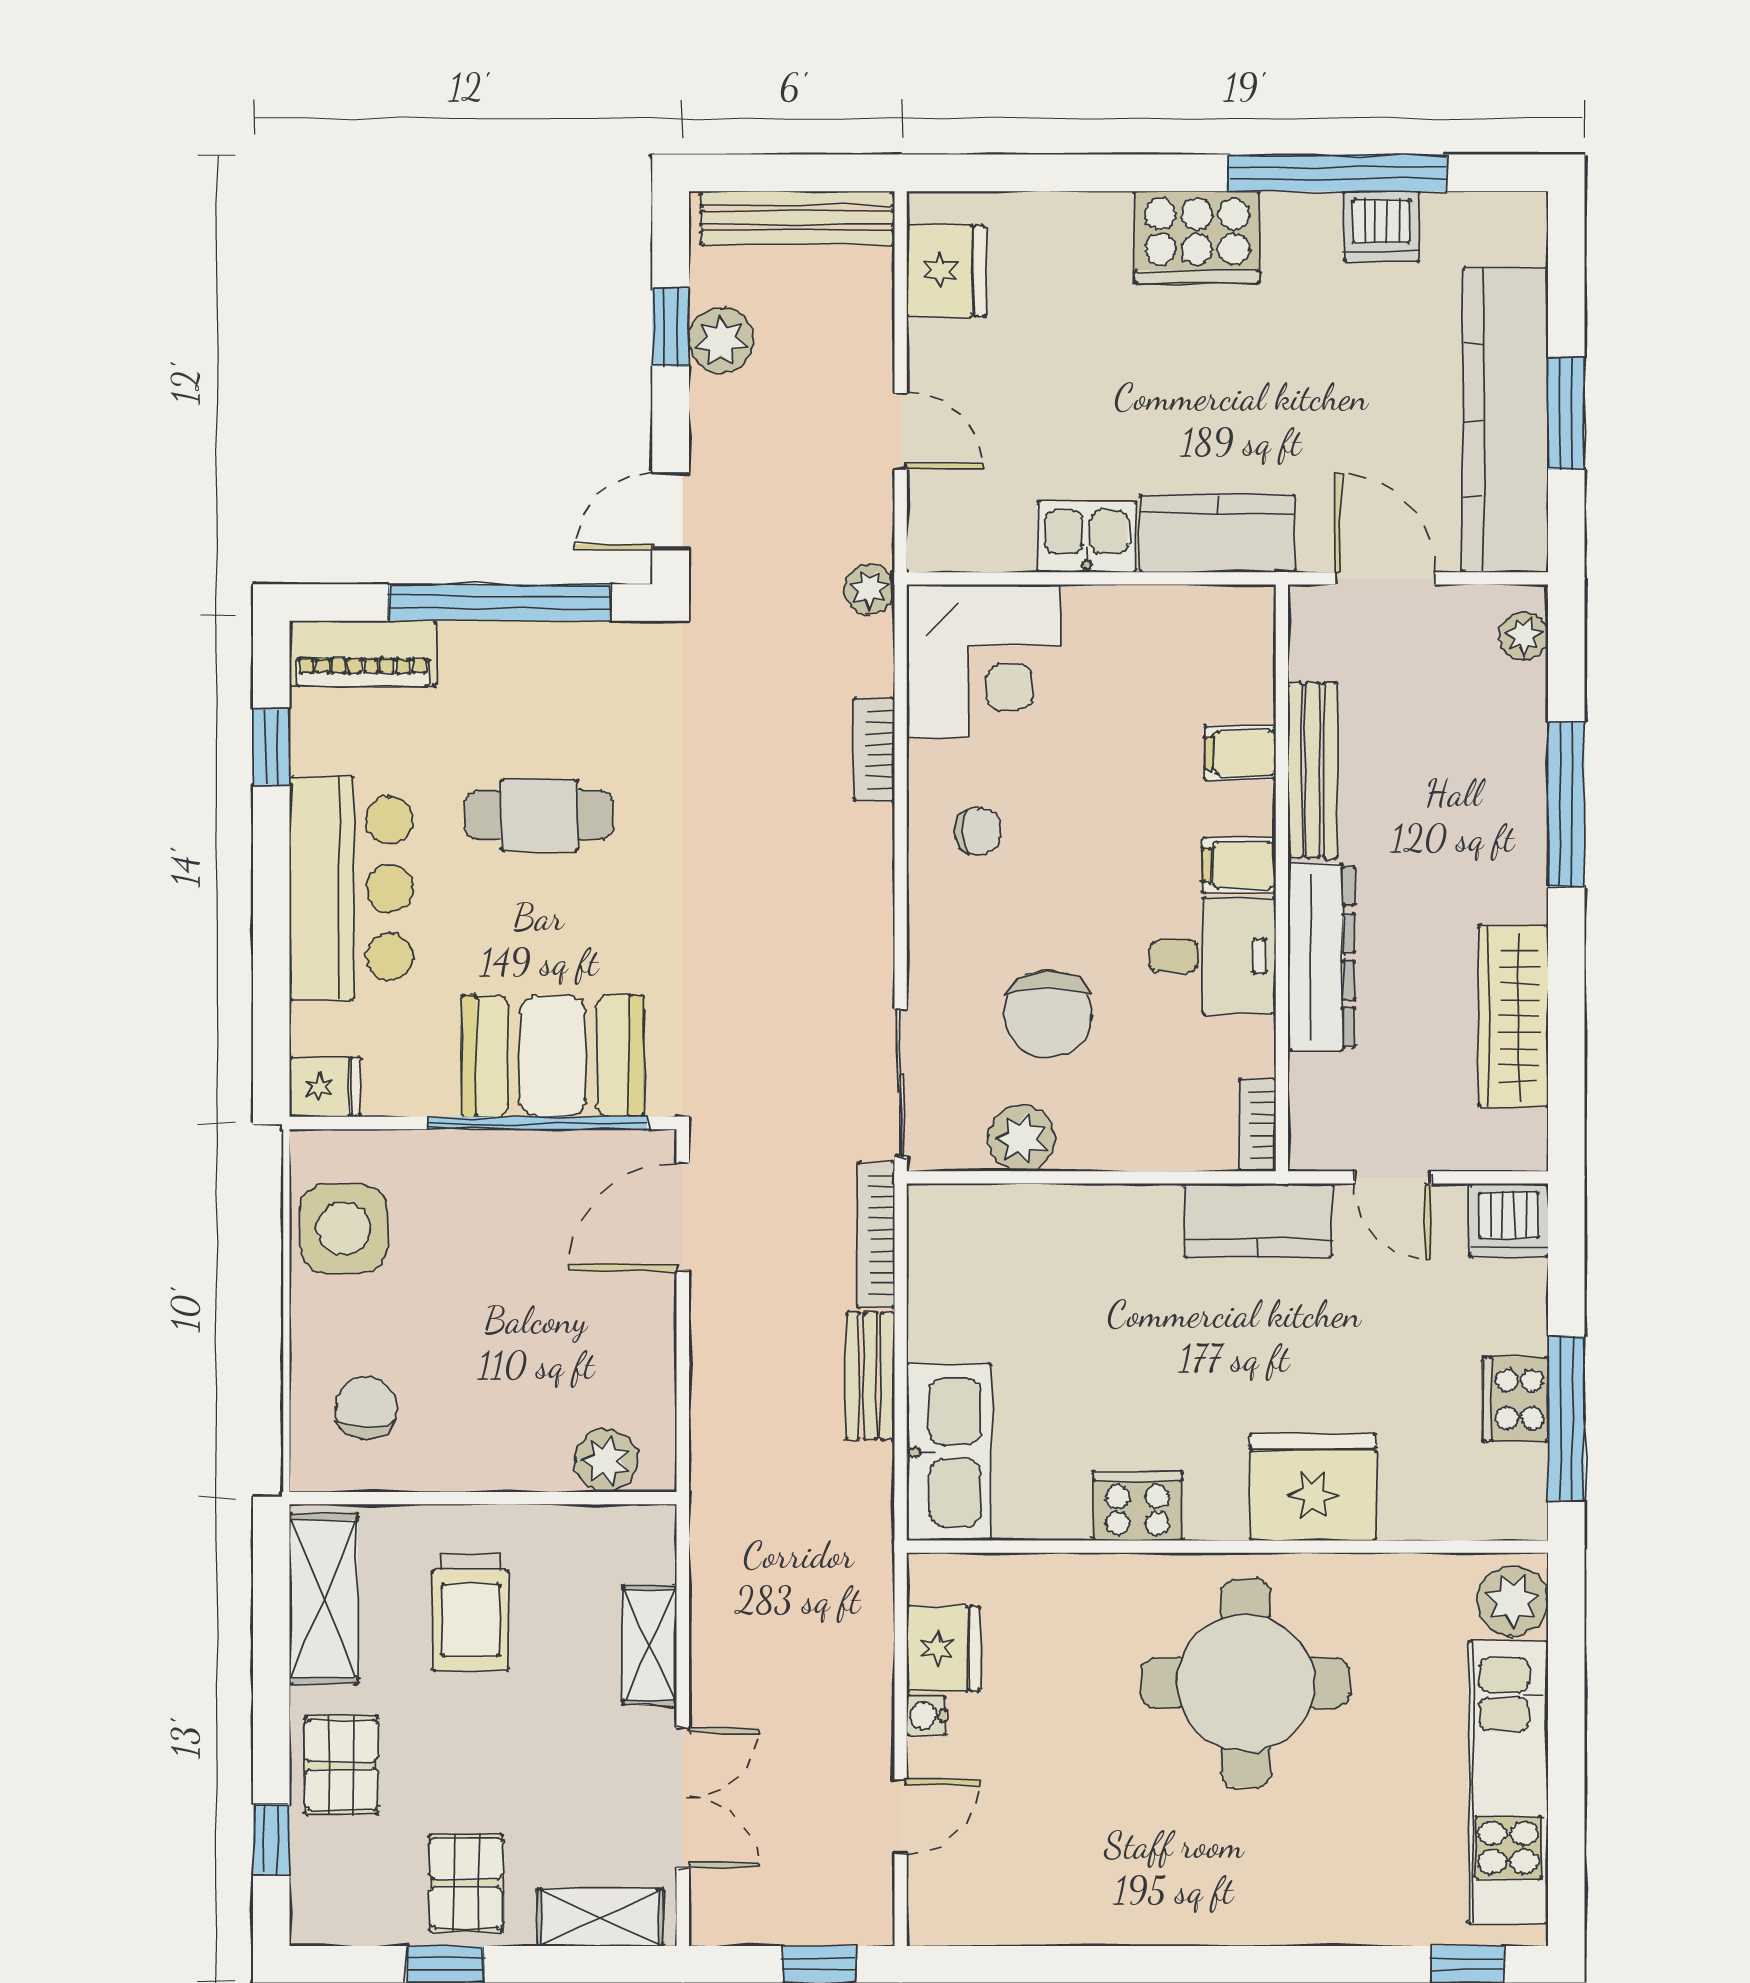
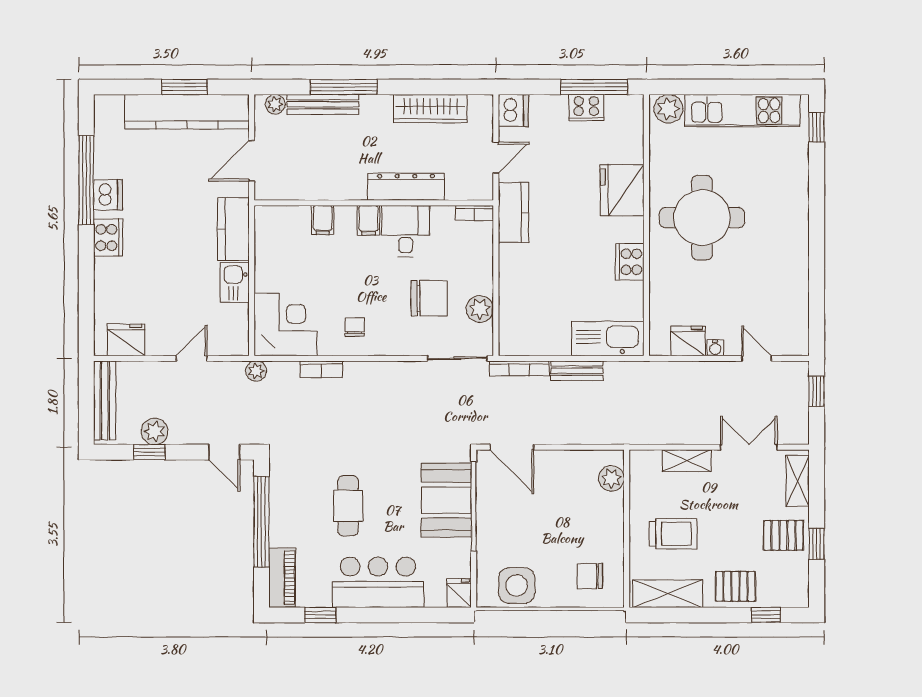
dishwasher: (1381, 226) -> (108, 195), moved
cooker: (1197, 237) -> (108, 238), width x0.73, depth x0.76
bench: (1313, 770) -> (323, 104), moved

